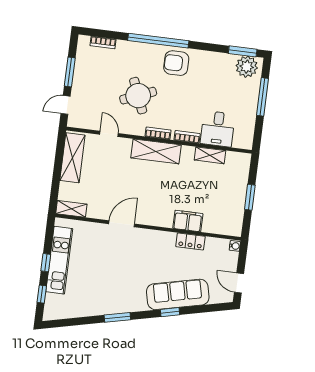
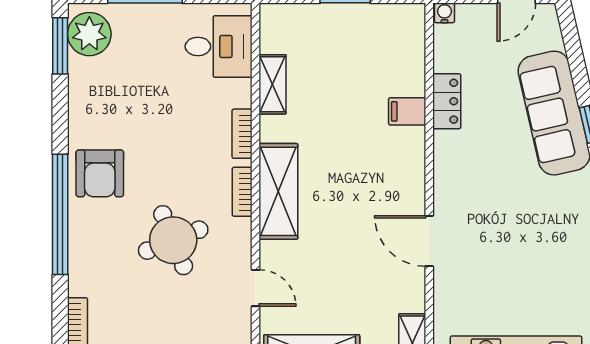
desk: (218, 129) -> (219, 46), moved
door: (109, 134) -> (256, 288), swing flipped
filing cabinet: (188, 221) -> (407, 111), width x0.50

